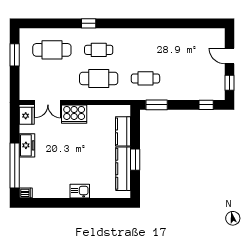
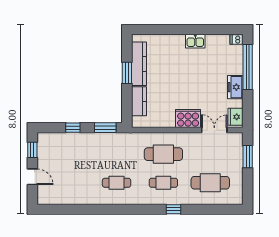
window: (15, 55) -> (248, 157), moved
cafe table: (145, 78) -> (117, 183), moved
window: (206, 105) -> (73, 128), moved
kitchen sink: (80, 191) -> (195, 41), moved

